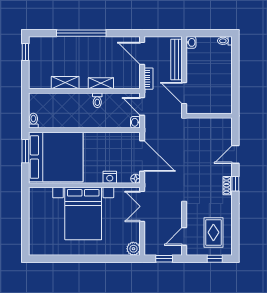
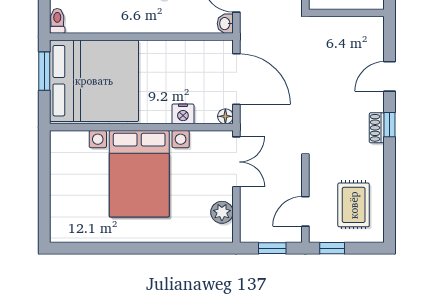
double door: (142, 206) -> (236, 162), swing flipped
plant: (133, 249) -> (222, 212), moved
window: (215, 259) -> (332, 248), moved

